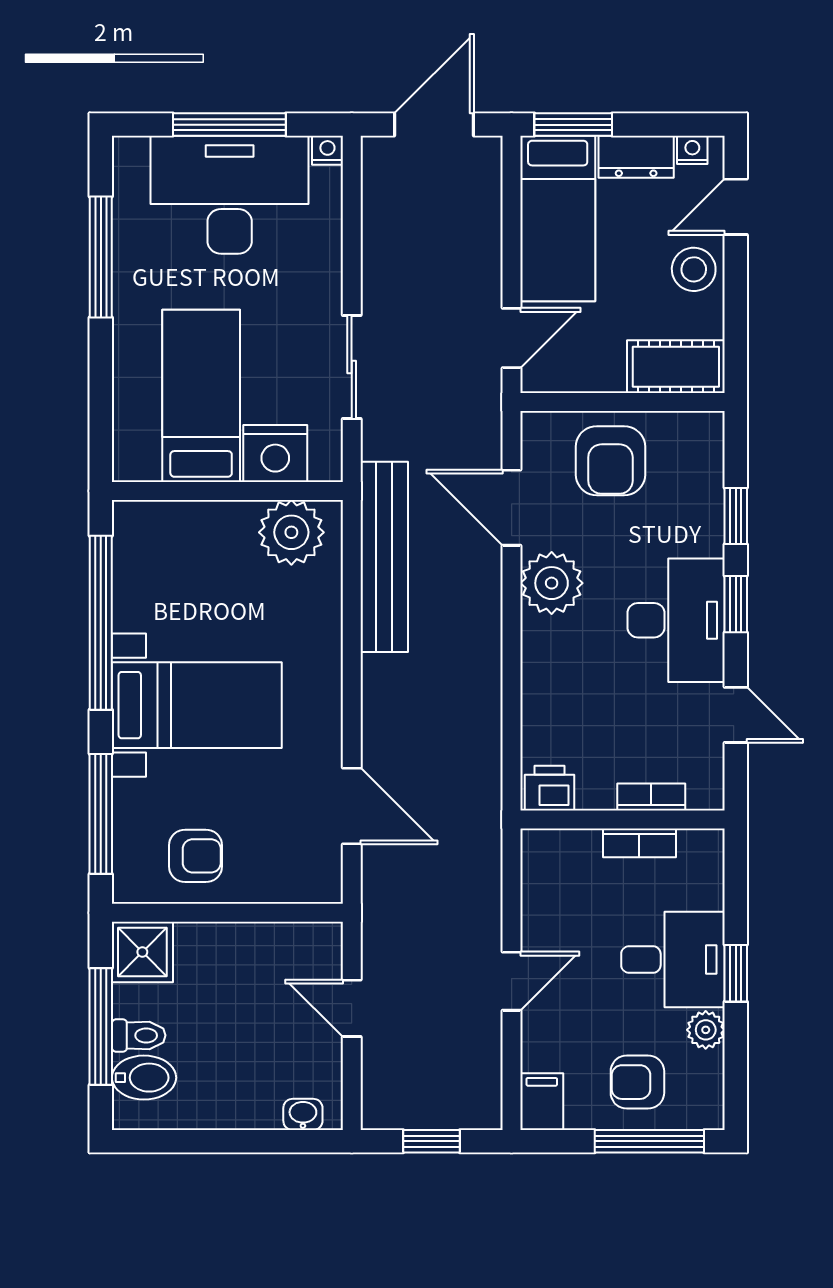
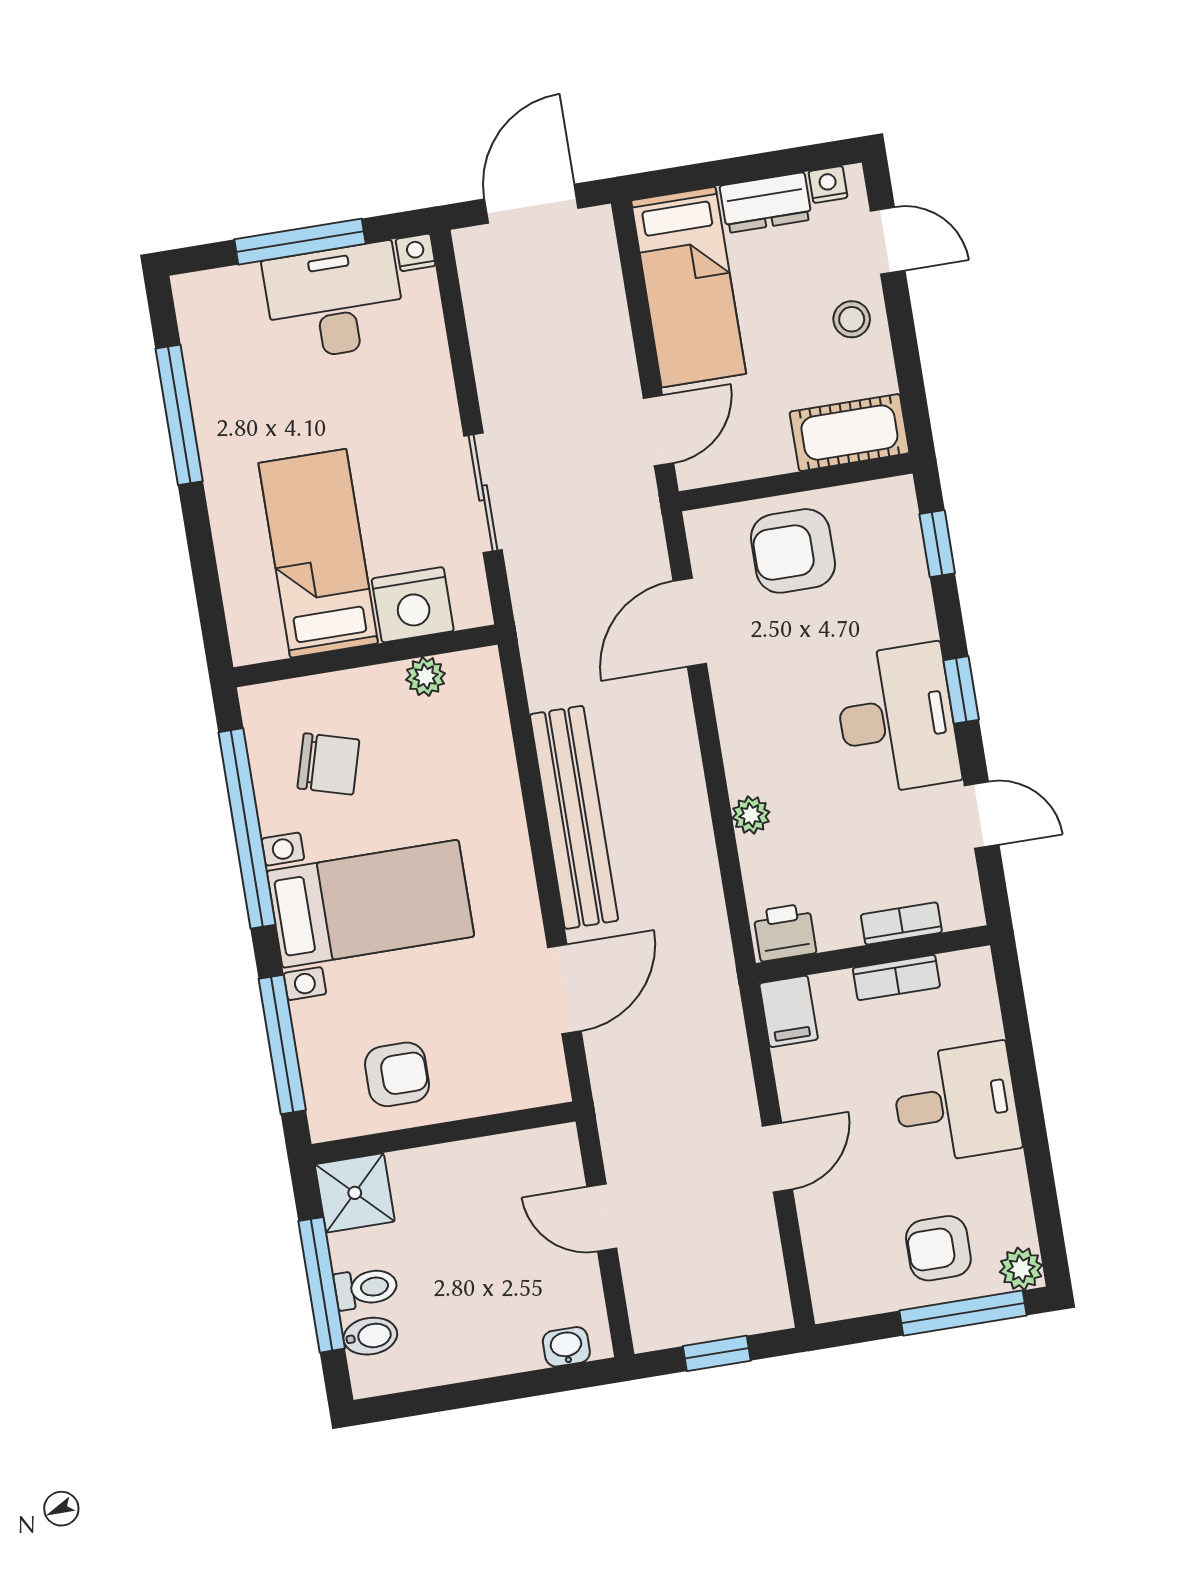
window: (573, 125) -> (689, 178), removed
desk: (230, 195) -> (335, 301), width x0.73, depth x0.77
door: (736, 207) -> (888, 241), swing flipped
stool: (694, 269) -> (852, 319), width x0.73, depth x0.73
armchair: (610, 461) -> (793, 551), turned 90
door: (512, 508) -> (690, 622), hinge flipped
window: (736, 516) -> (937, 544), moved
plant: (291, 532) -> (426, 677), width x0.53, depth x0.53
bench: (384, 557) -> (574, 817), moved
chair: (180, 579) -> (328, 764), added
plant: (552, 583) -> (751, 815), moved, width x0.53, depth x0.53
door: (352, 806) -> (564, 989), hinge flipped
window: (736, 973) -> (1029, 1107), removed
plant: (706, 1030) -> (1021, 1269), moved
bidet: (144, 1078) -> (370, 1336), width x0.72, depth x0.74
filing cabinet: (542, 1102) -> (789, 1011), moved, turned 180

